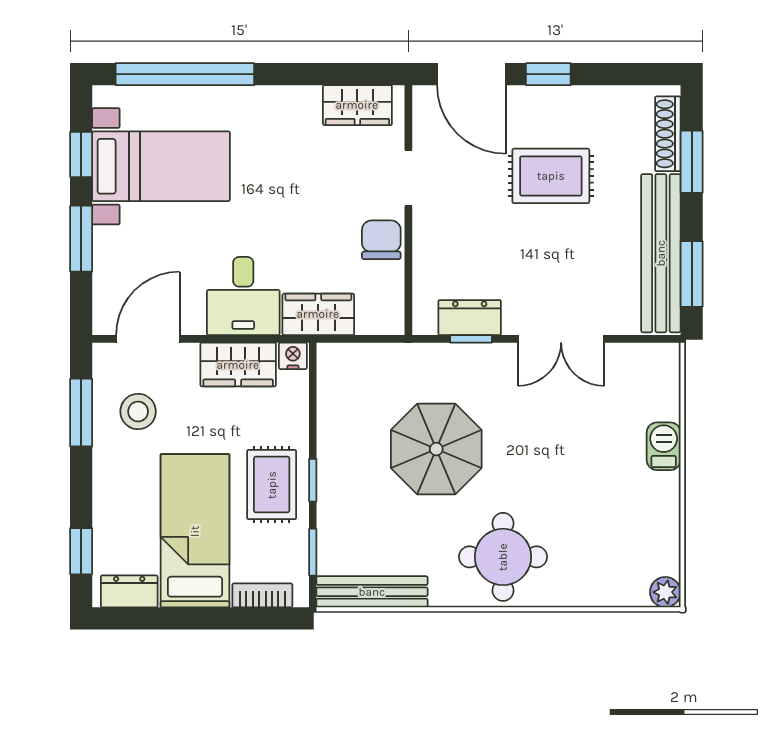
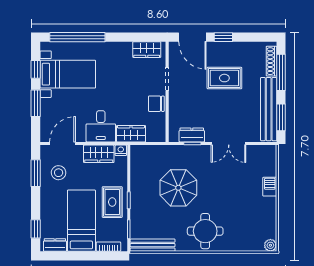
window: (692, 162) -> (281, 72), width x1.44
chair: (381, 240) -> (156, 104), turned -90

